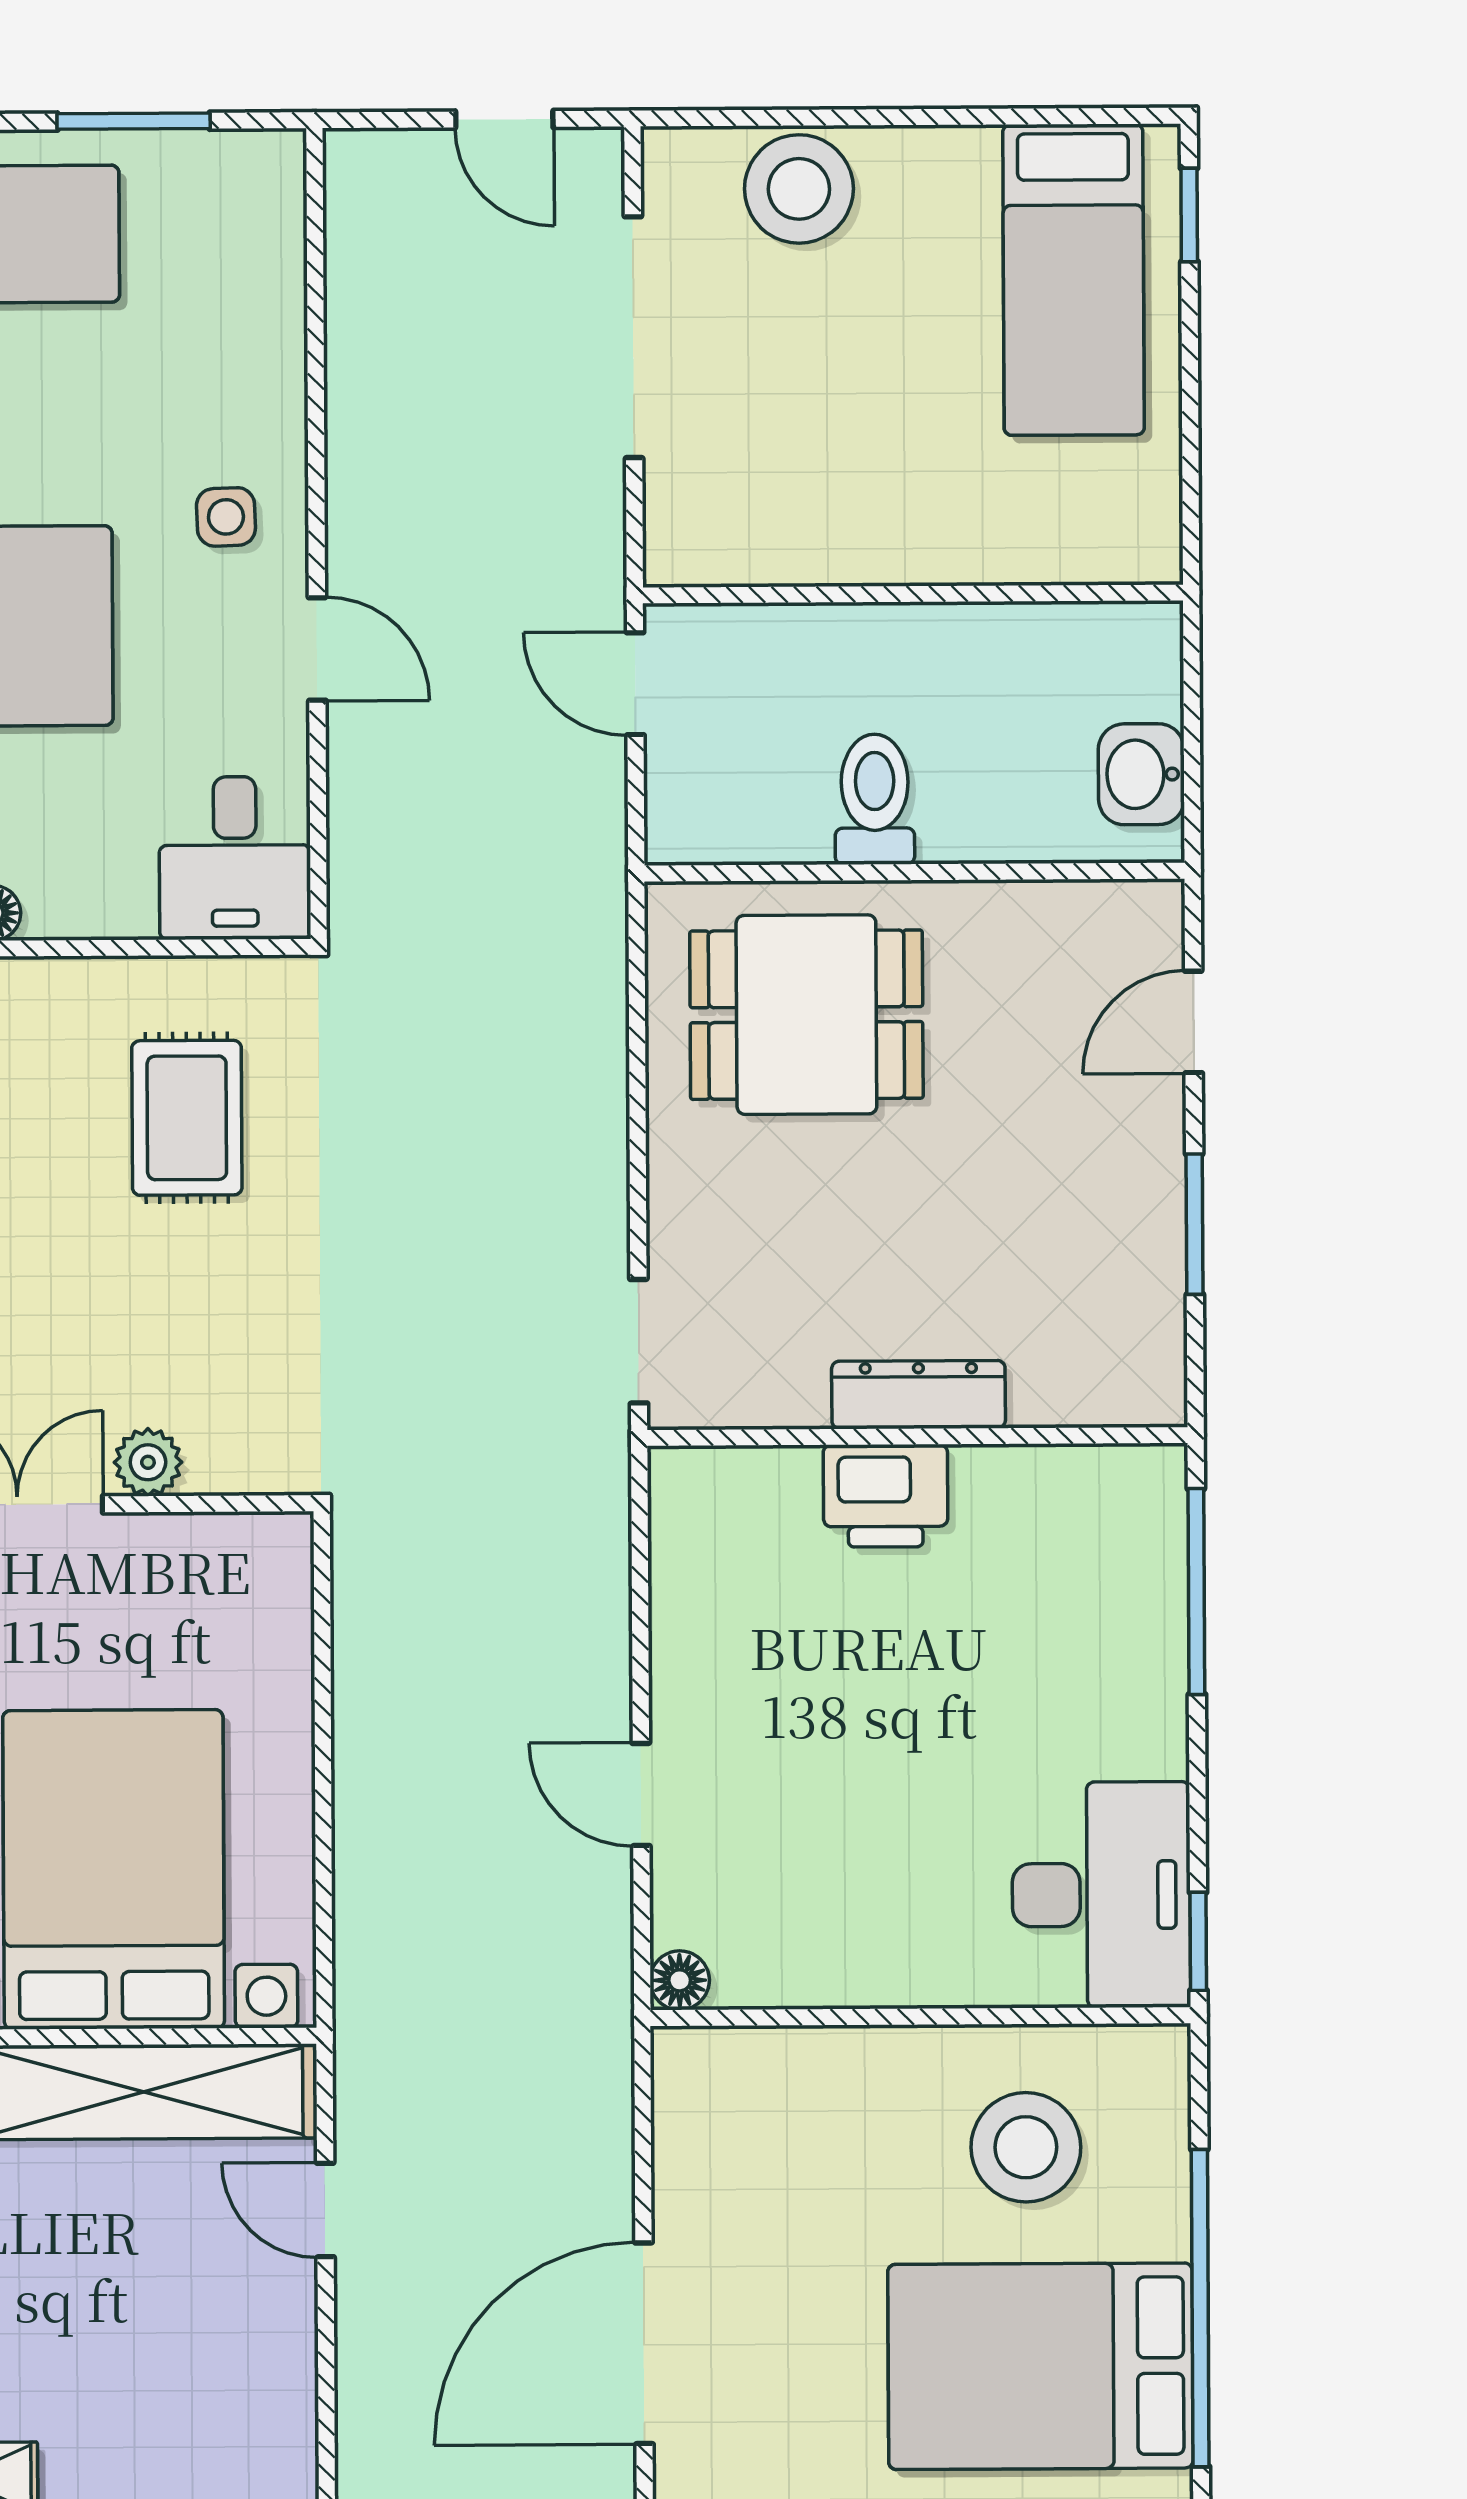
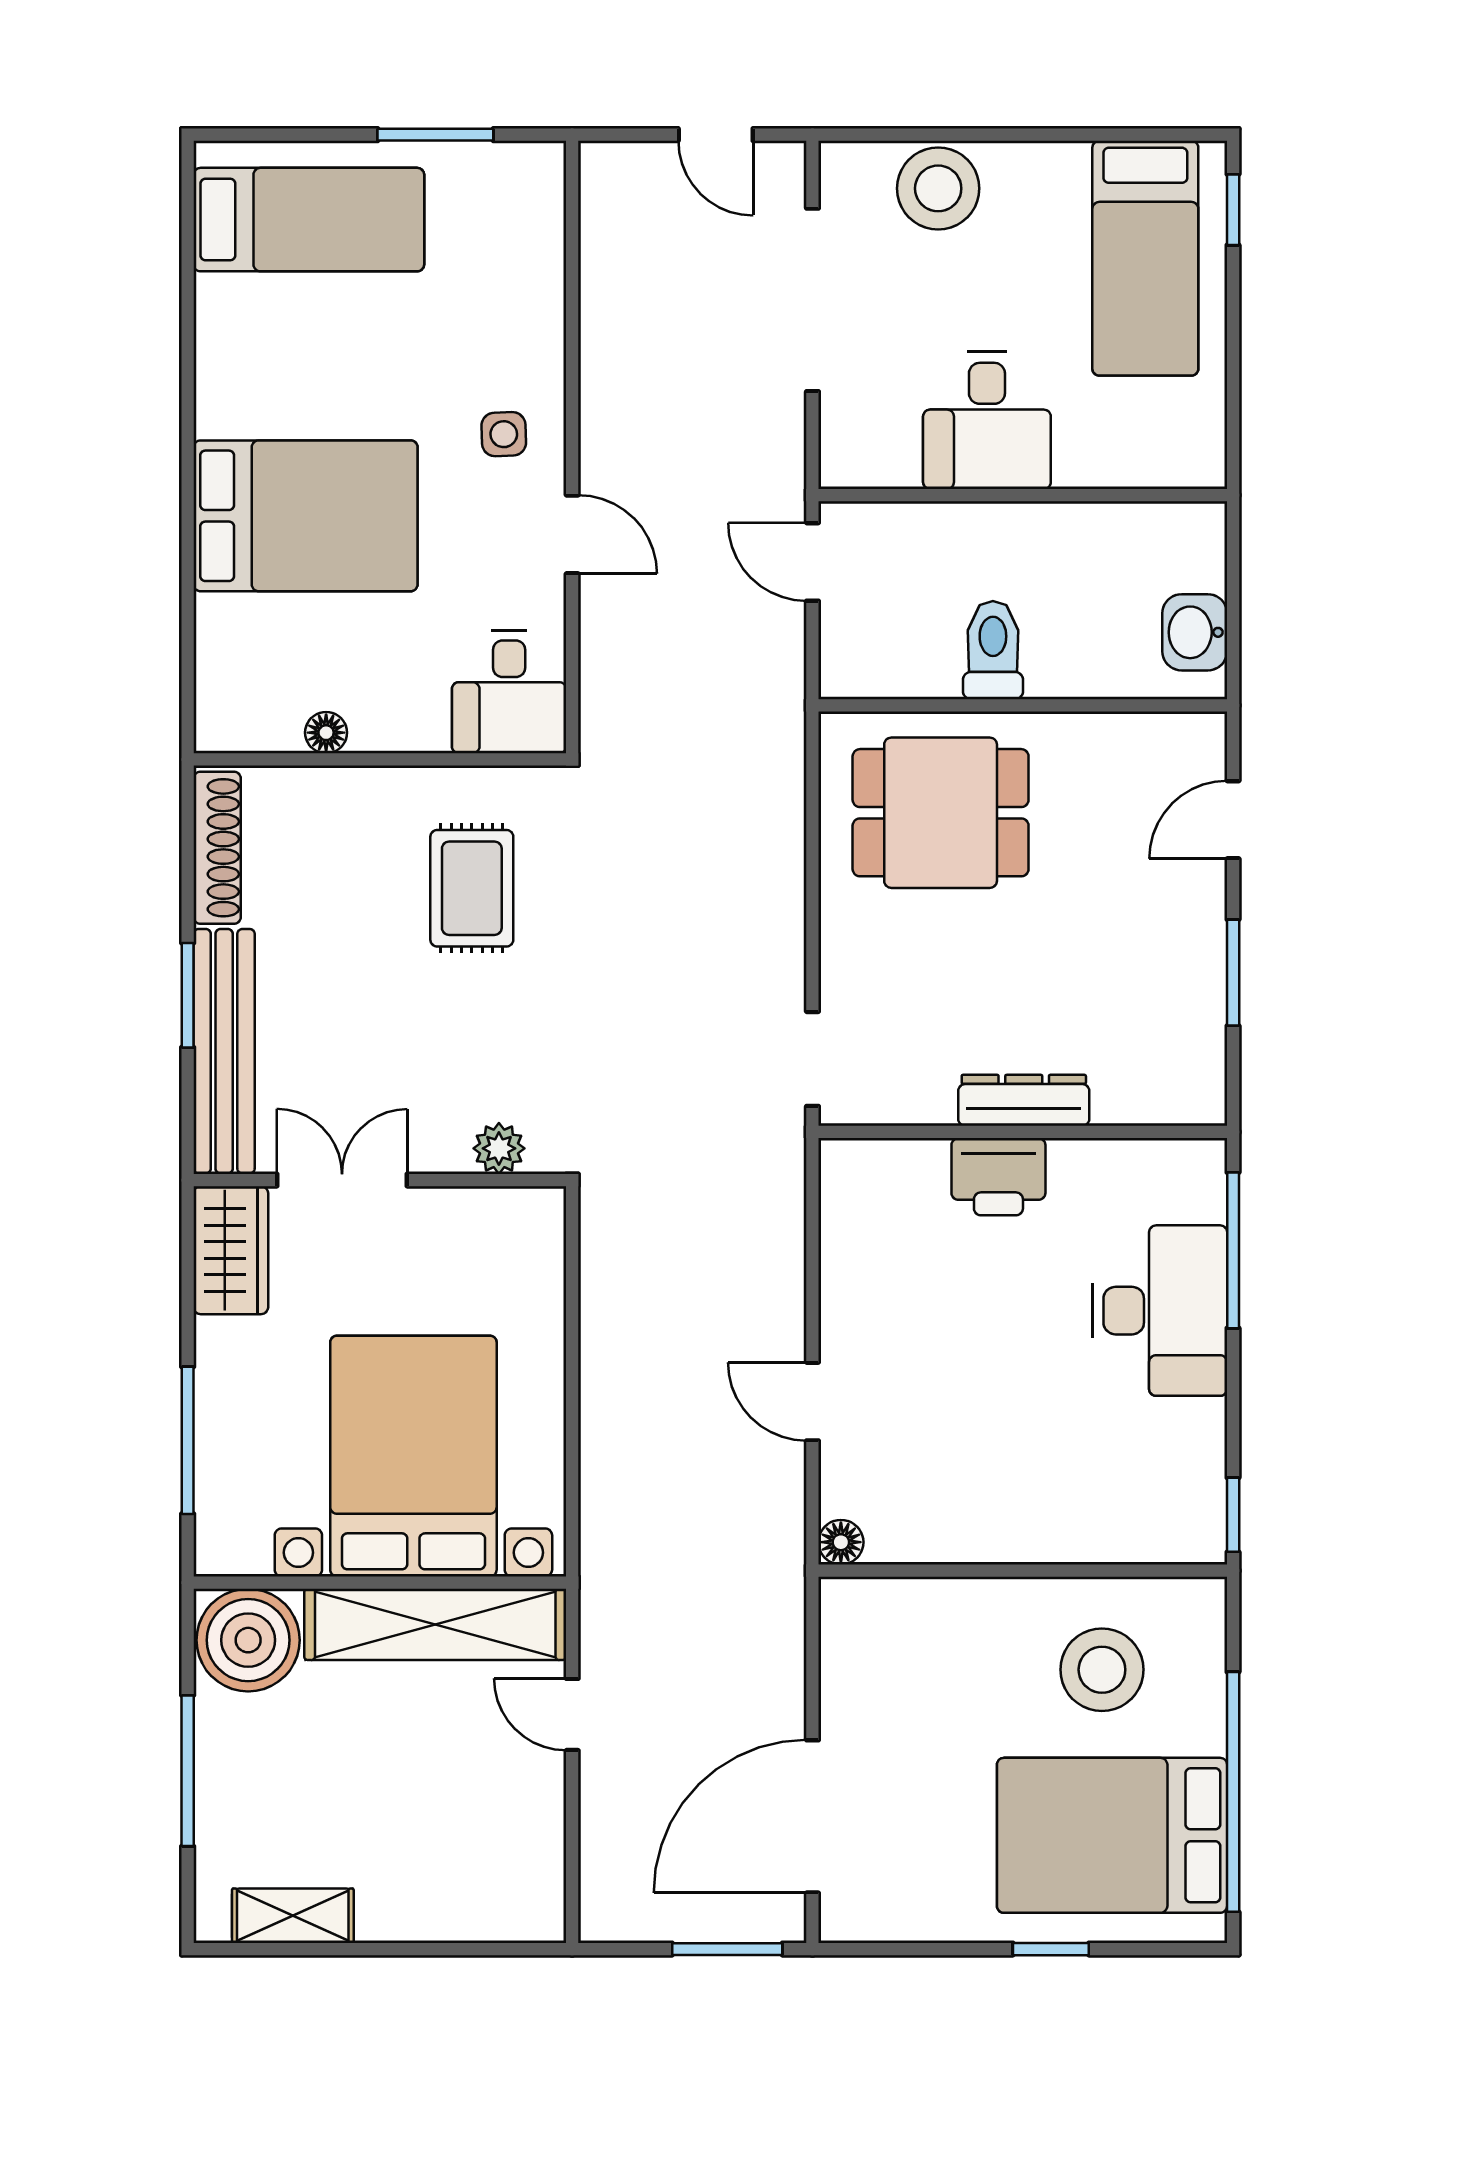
desk: (865, 495) -> (987, 420), added
plant: (148, 1462) -> (499, 1148), moved
desk: (1101, 1895) -> (1160, 1311), moved

